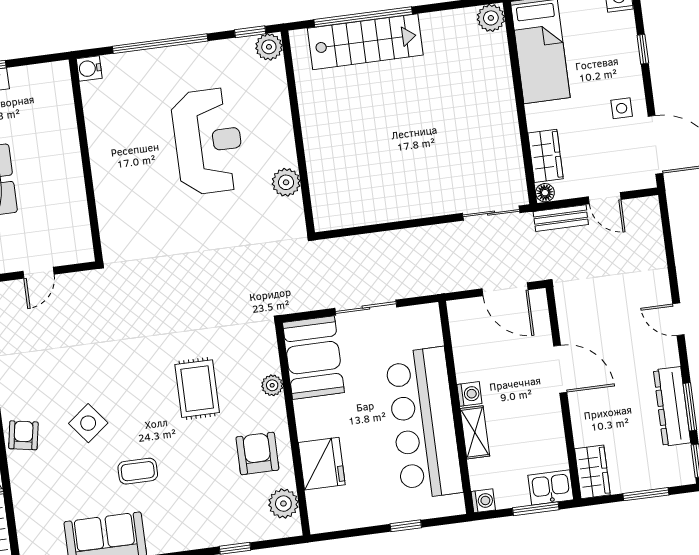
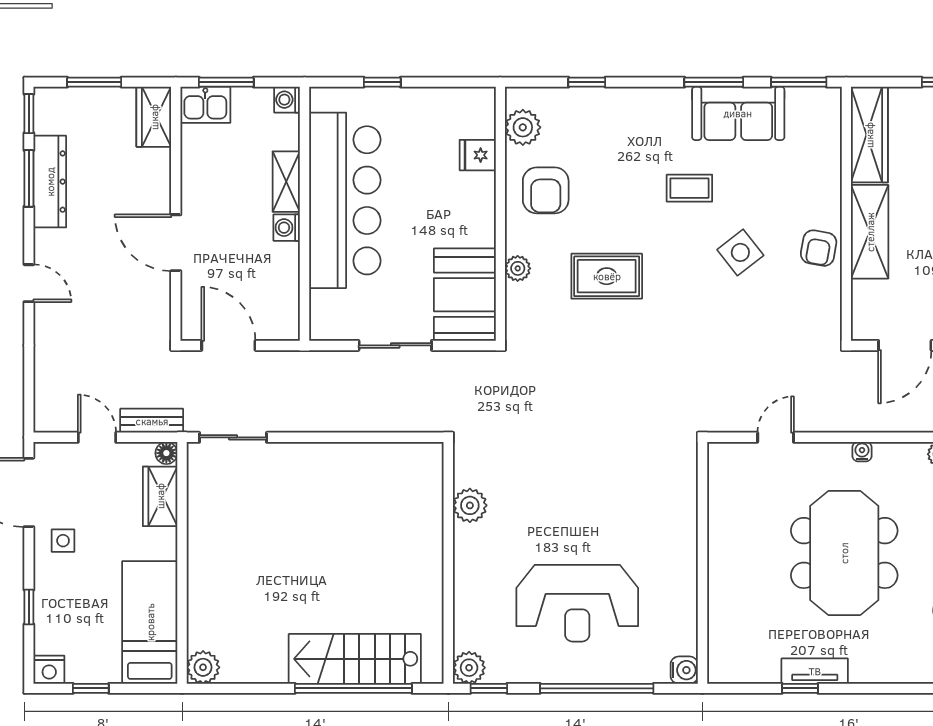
reception desk: (208, 141) -> (577, 603), moved, turned -90
rug: (197, 389) -> (607, 276), turned 90
fridge: (322, 464) -> (478, 155), width x0.53, depth x0.75

